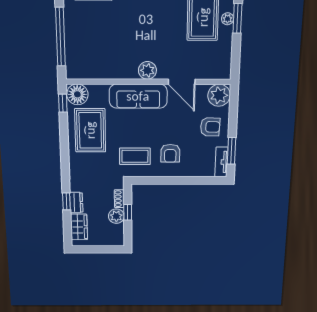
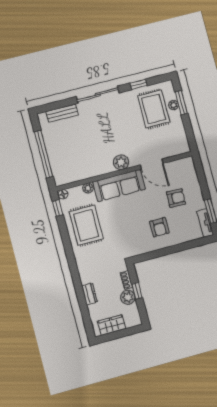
floor lamp: (77, 94) -> (63, 194), width x0.53, depth x0.53
plant: (219, 95) -> (88, 188), moved, width x0.53, depth x0.53
armchair: (210, 127) -> (176, 198), moved
coffee table: (135, 156) -> (130, 238), removed
window: (66, 201) -> (80, 295), removed
wardrobe: (79, 227) -> (112, 325), moved, turned -90

